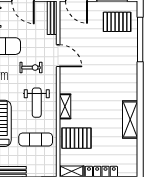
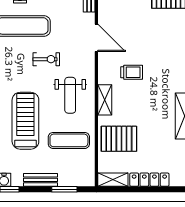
exercise bike: (31, 68) -> (46, 59), moved
trolley: (87, 84) -> (132, 72), added

